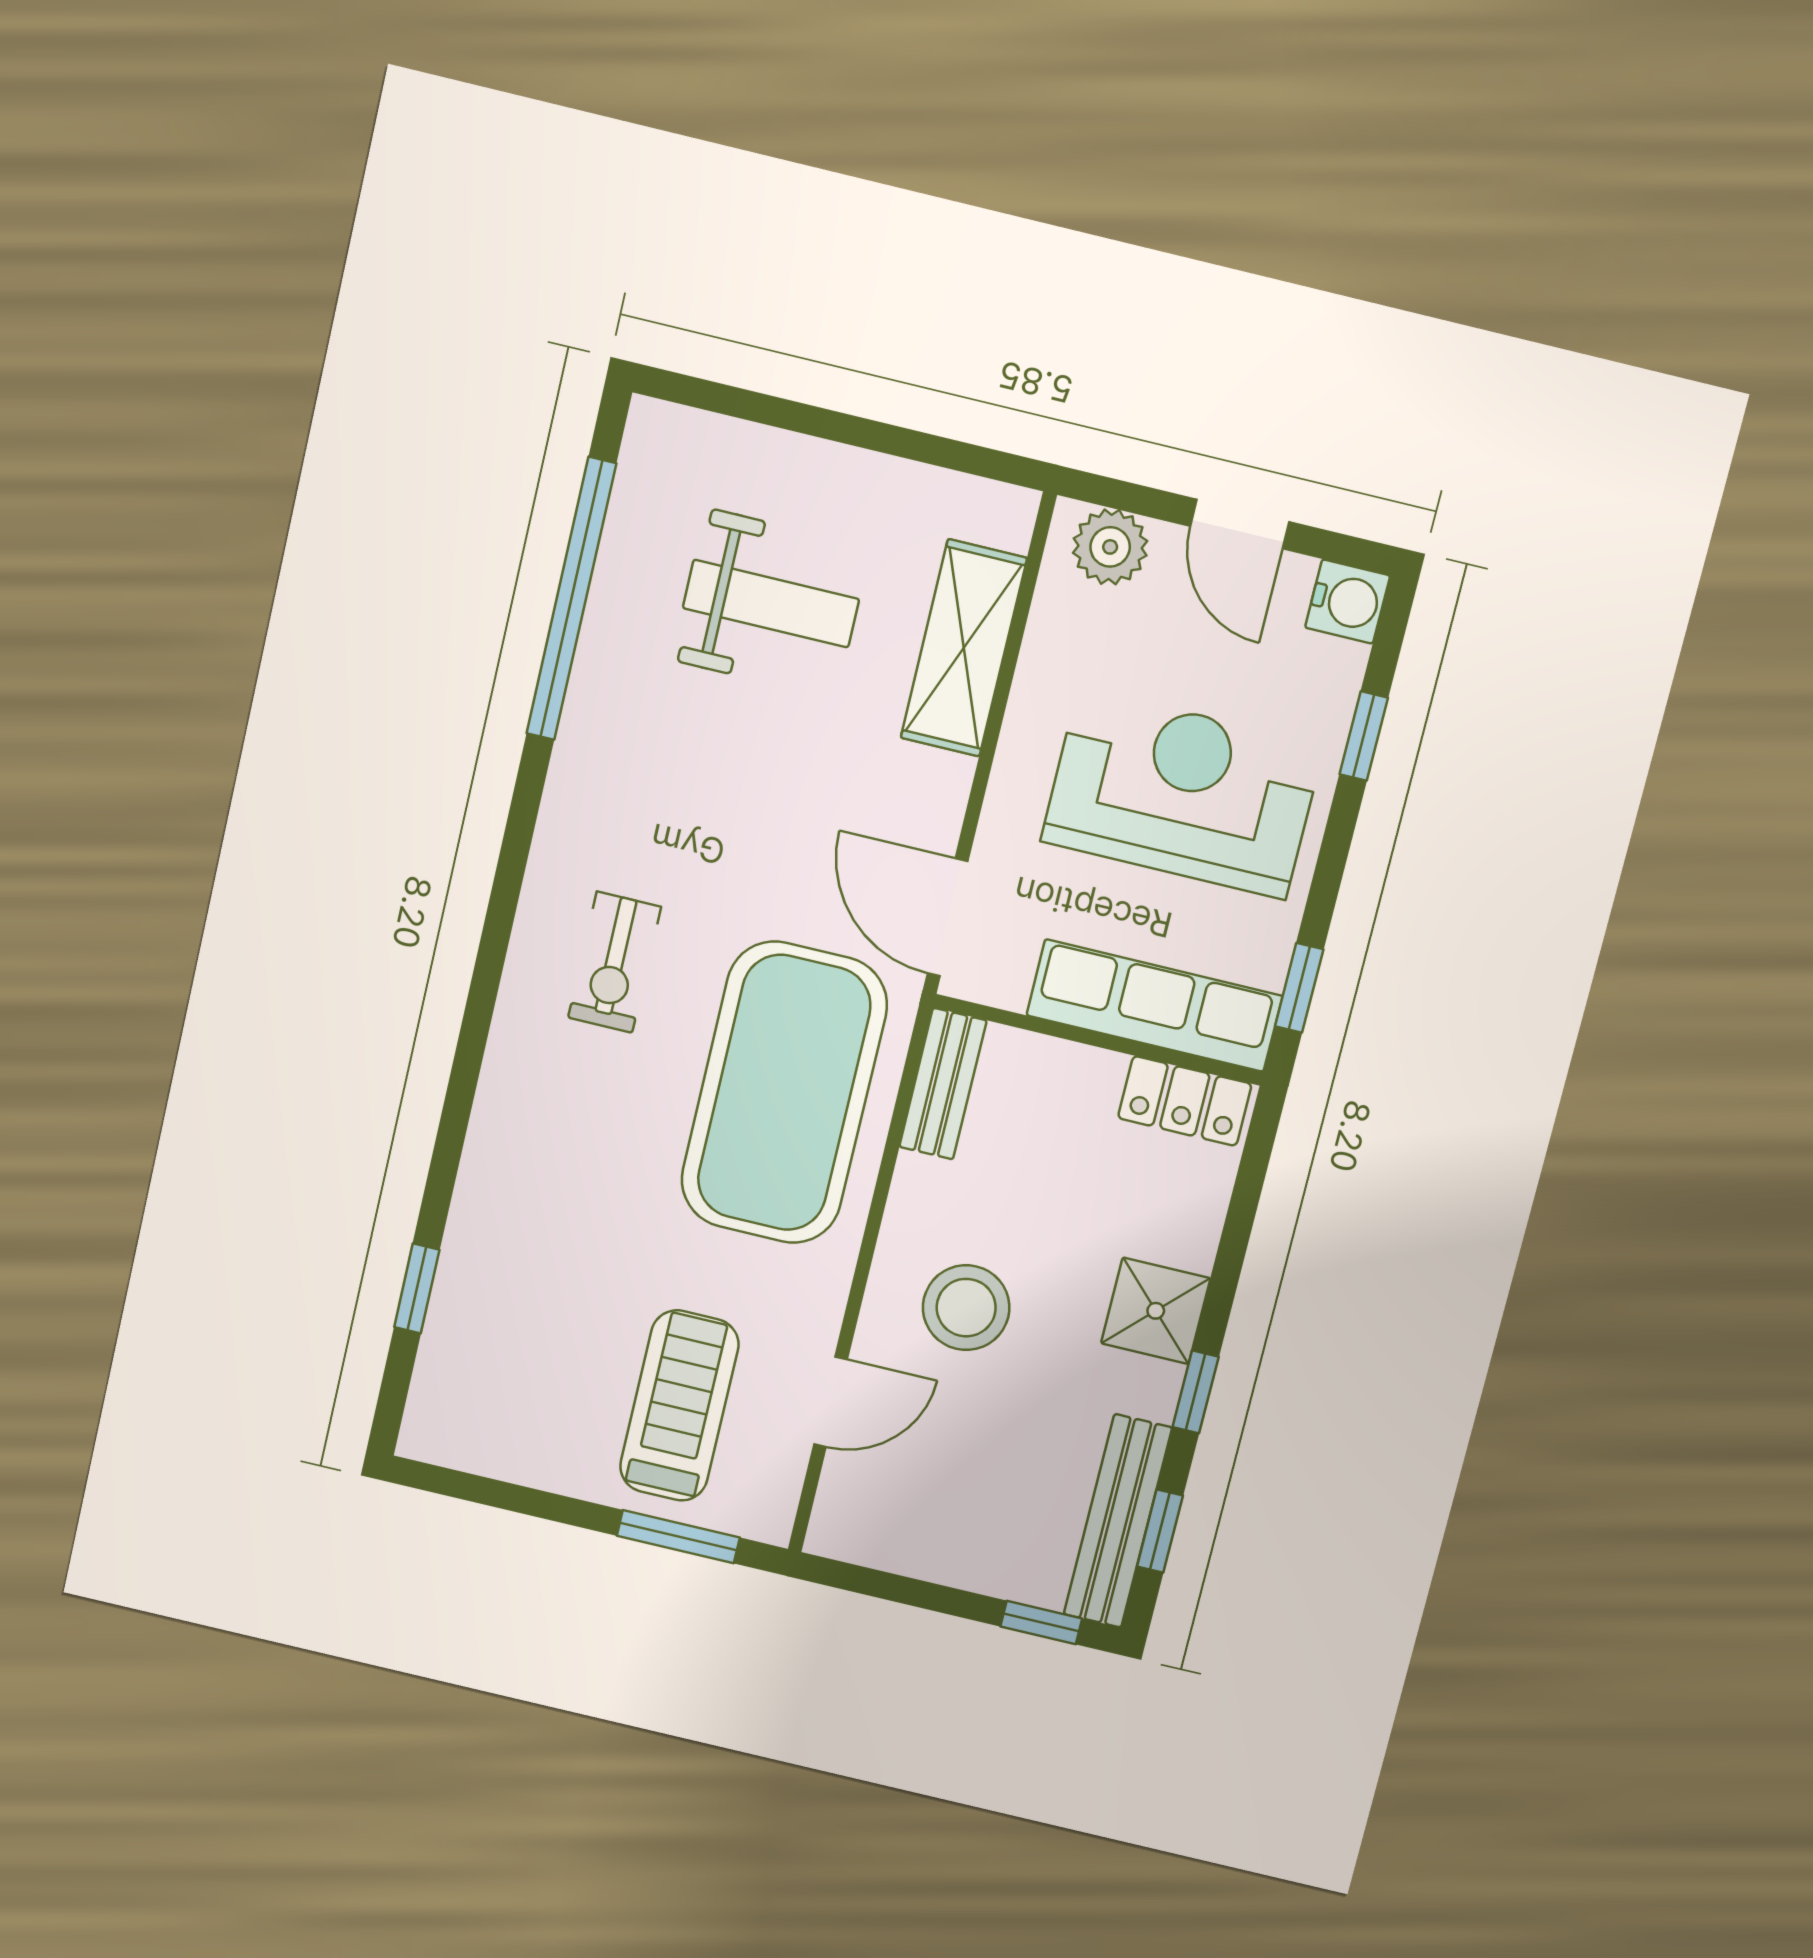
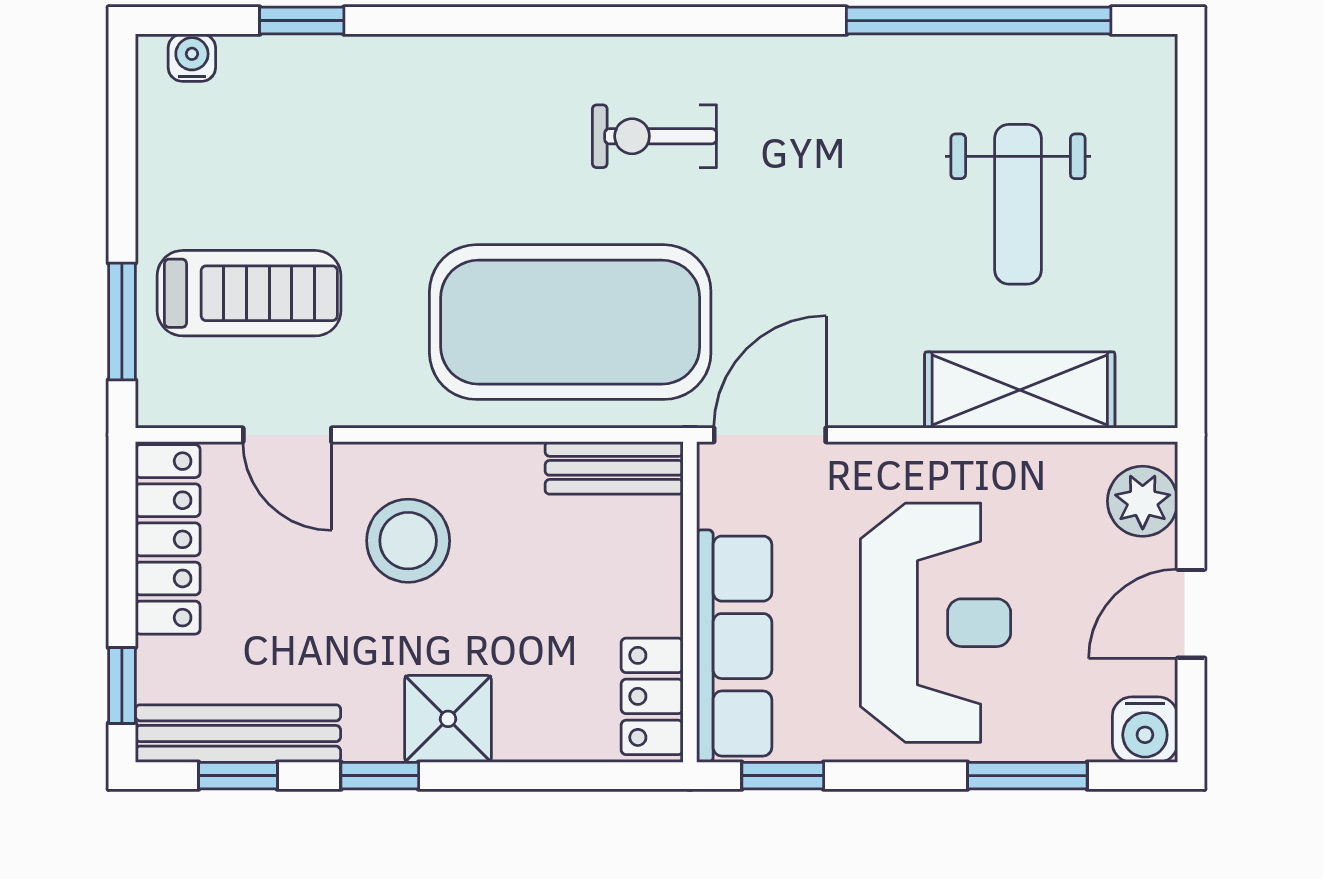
window: (1364, 736) -> (1027, 776), width x1.50
water cooler: (430, 1406) -> (192, 58), added
locker: (907, 1544) -> (168, 539), added

